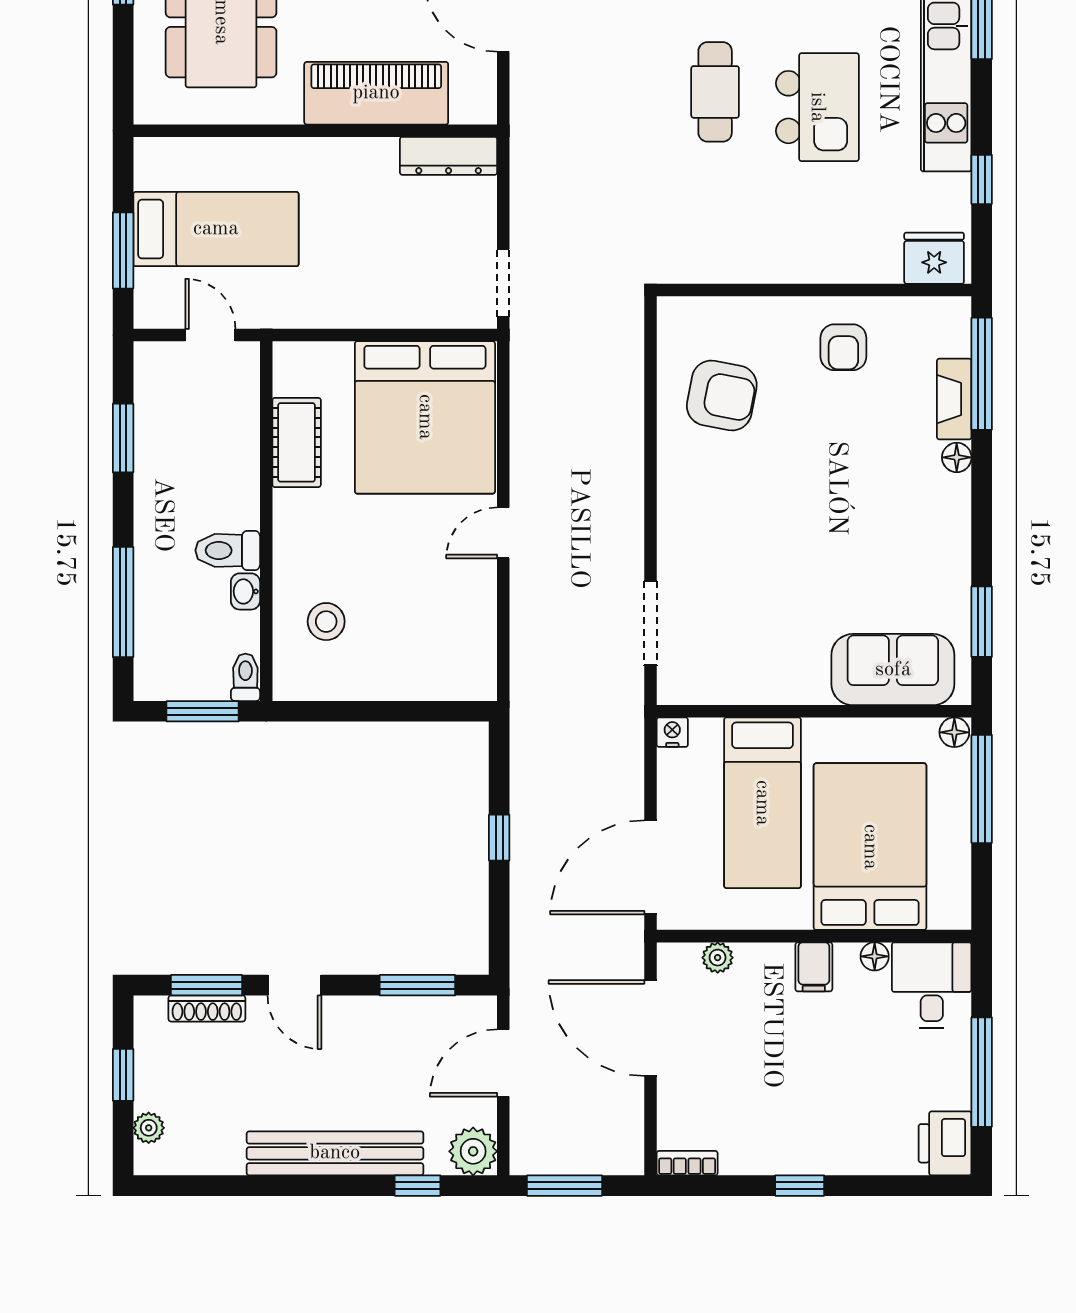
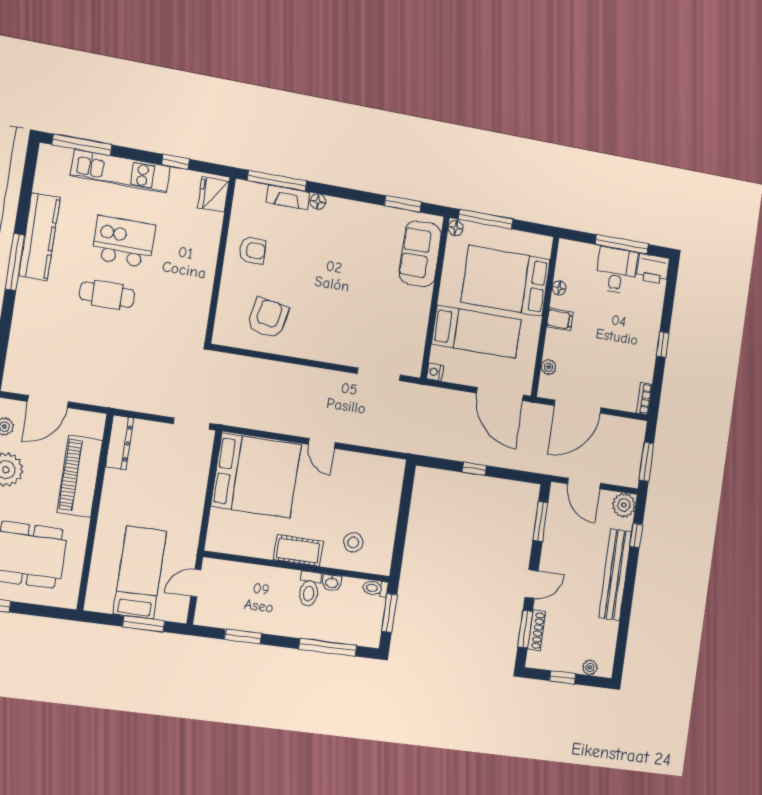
cot: (297, 442) -> (298, 550), moved
desk: (932, 985) -> (616, 270), moved, turned 90

